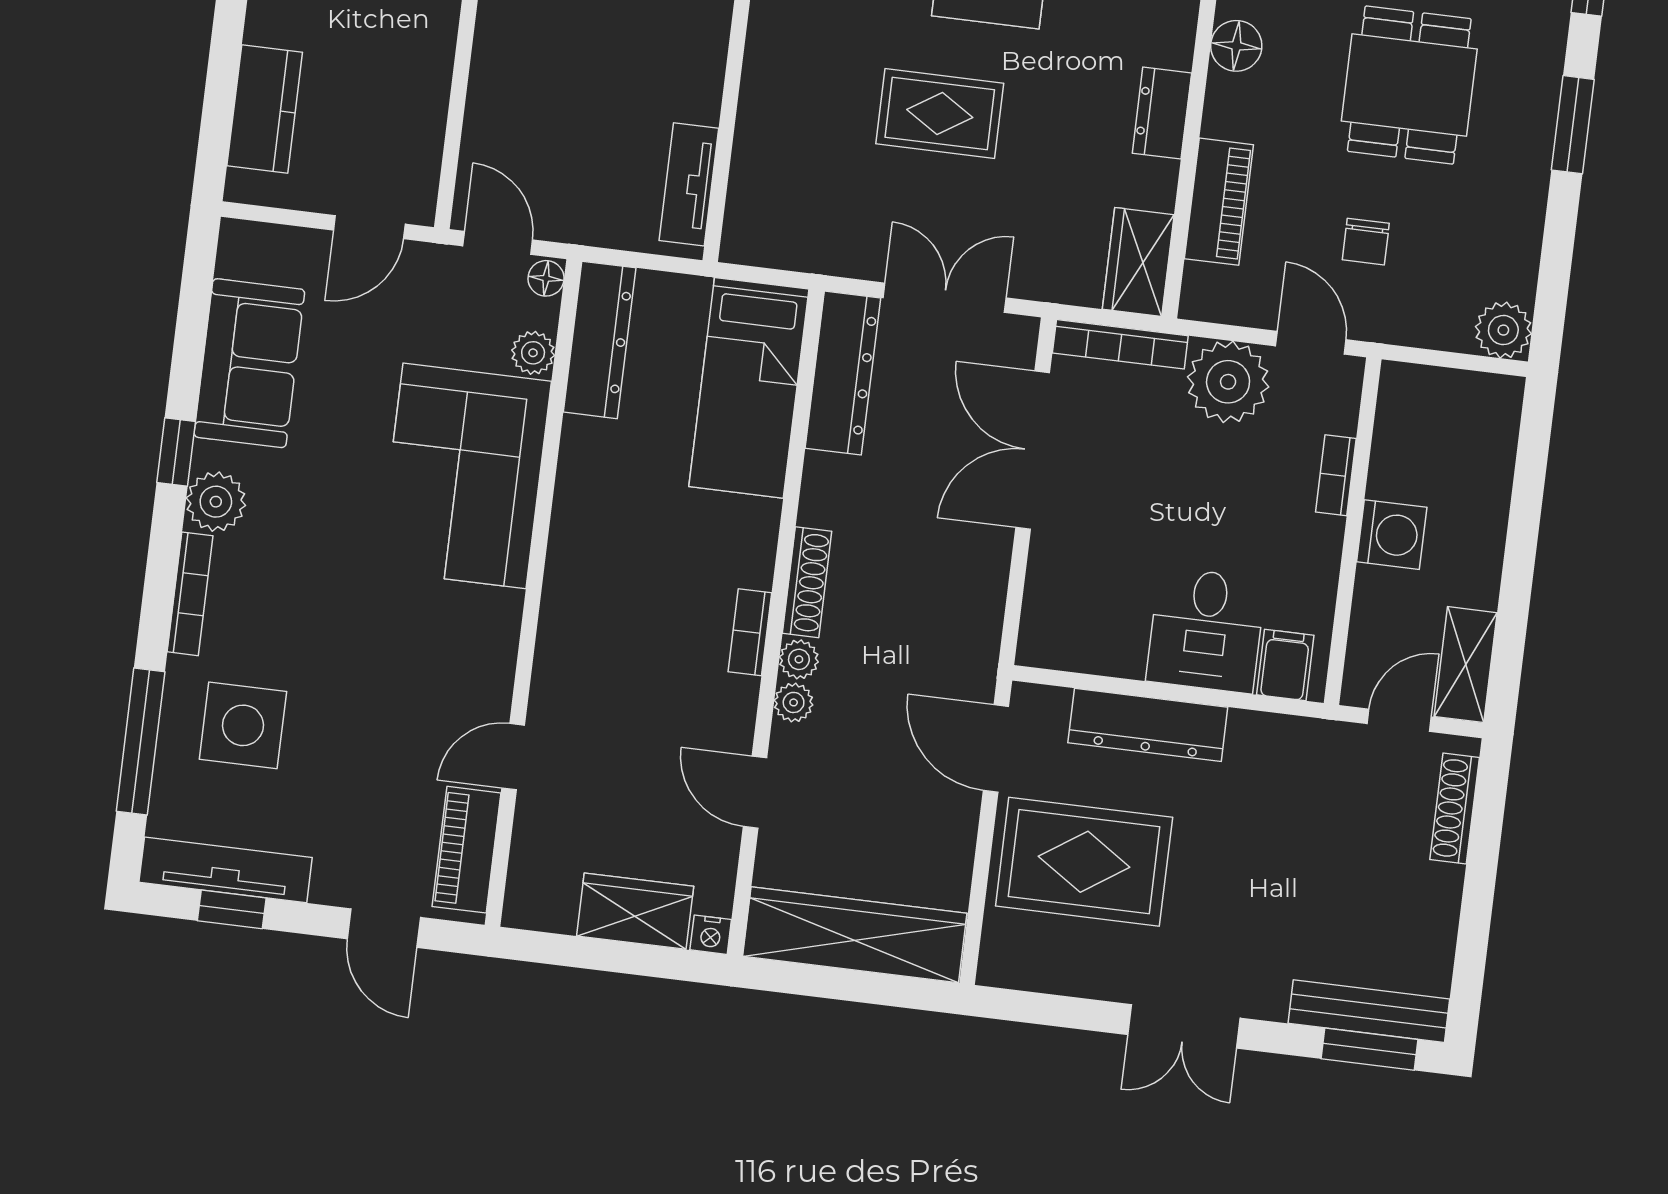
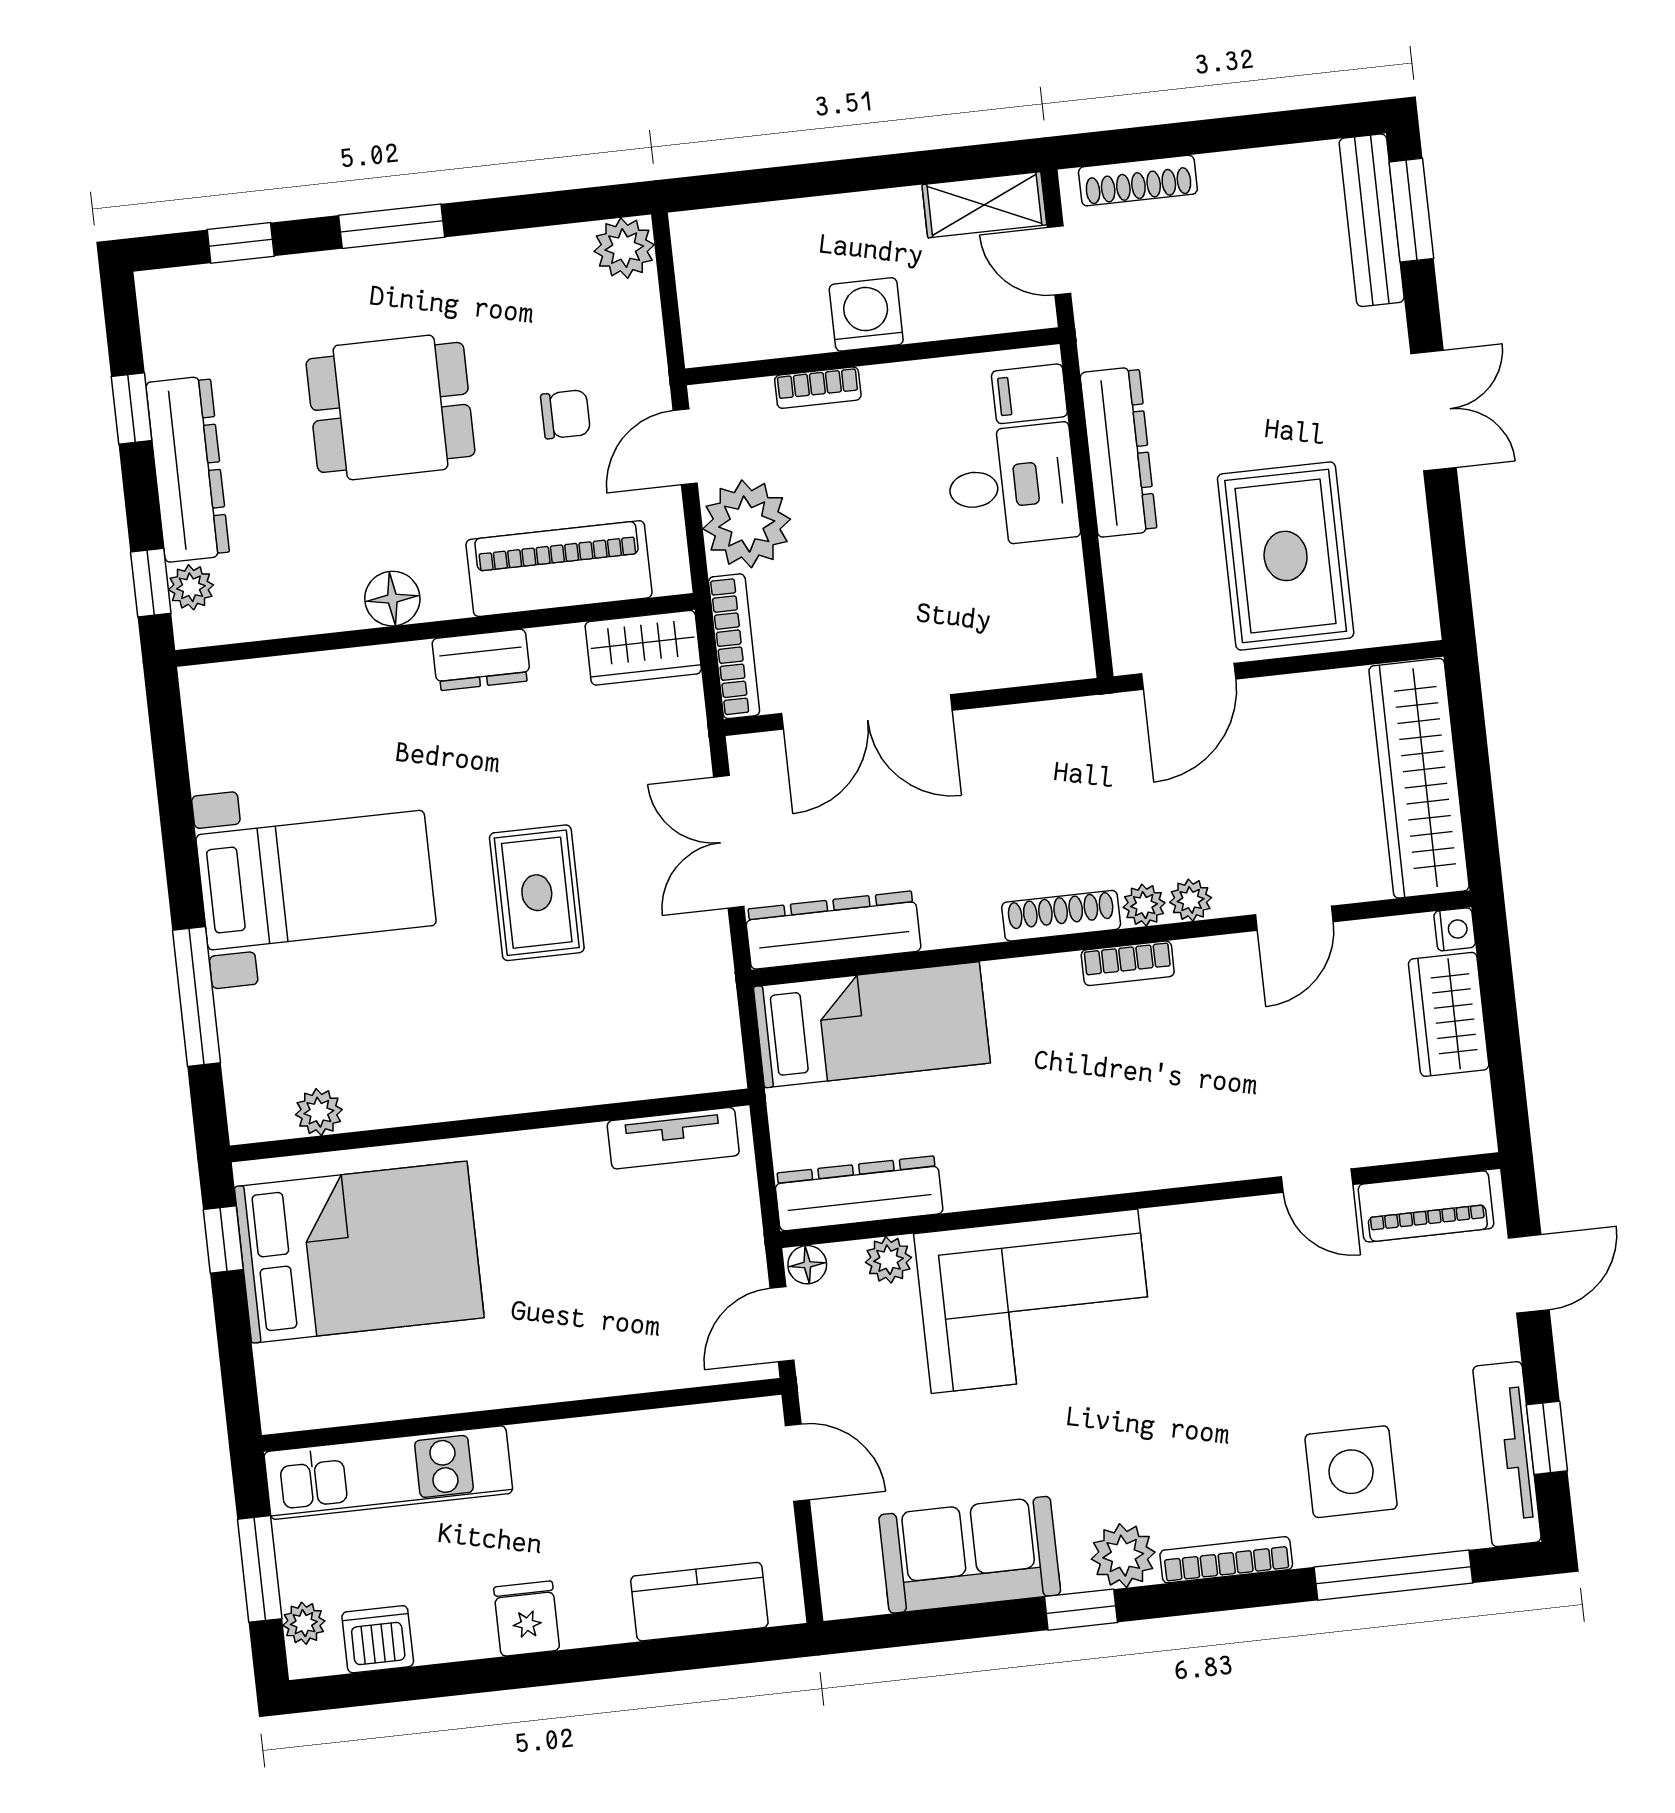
piano: (1219, 202) -> (559, 569), width x1.37, depth x1.33
dresser: (1148, 725) -> (1118, 452), moved

